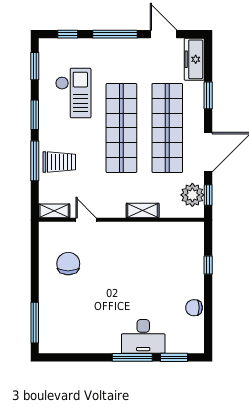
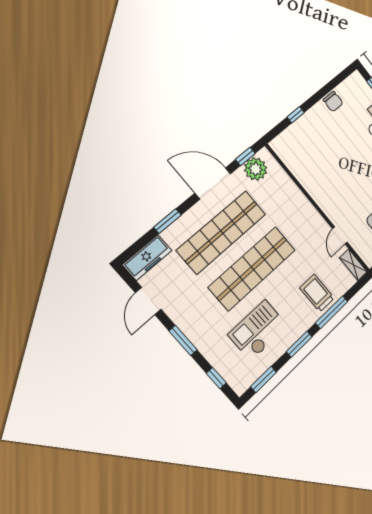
window: (115, 34) -> (183, 340), width x0.69
shelving: (143, 211) -> (299, 198), removed

